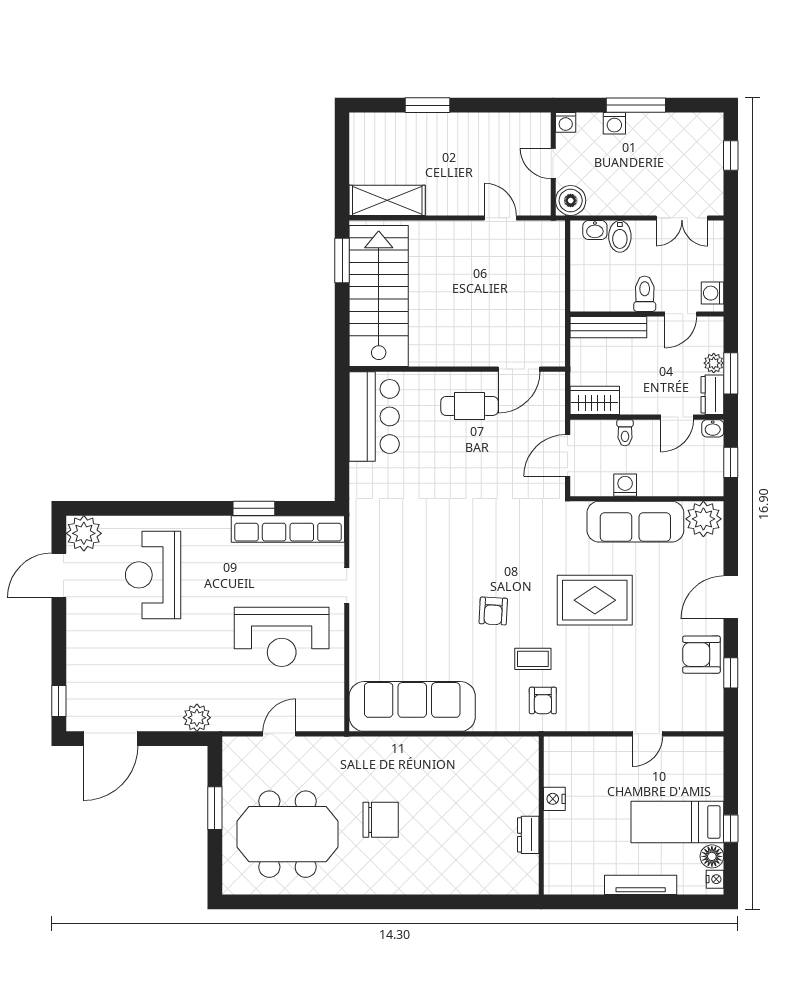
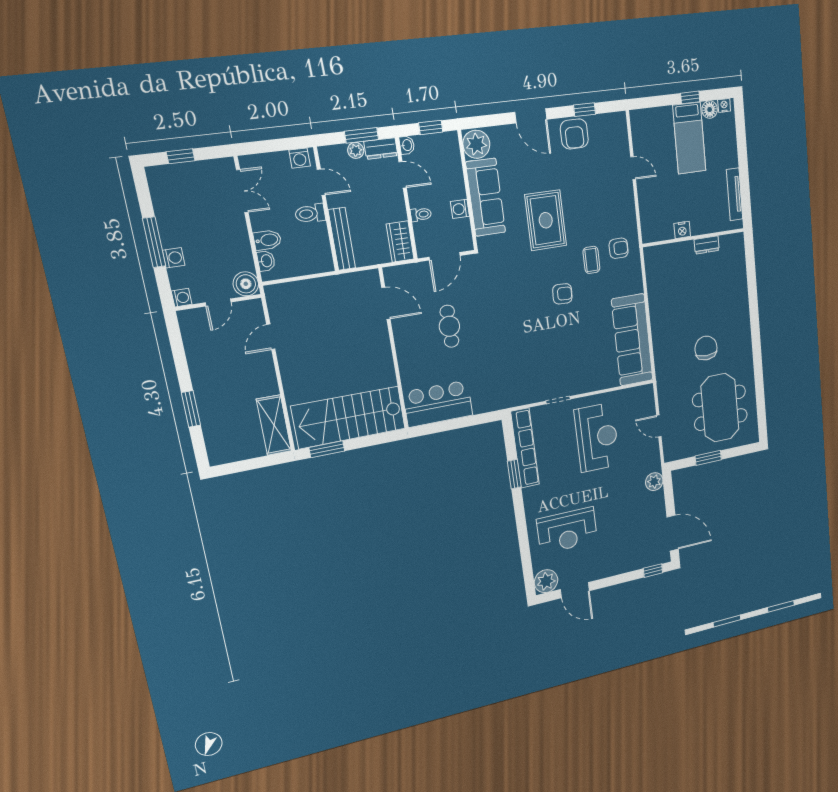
cafe table: (469, 406) -> (449, 326), moved
door: (568, 456) -> (445, 256), hinge flipped
tv unit: (641, 885) -> (735, 194), moved

